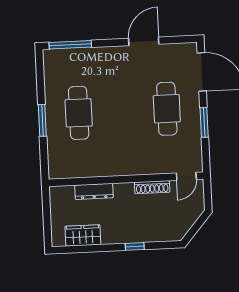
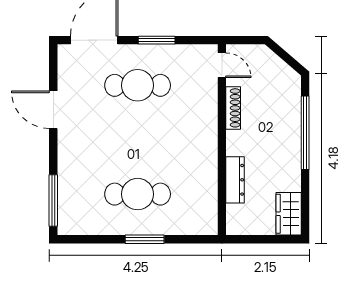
wardrobe: (83, 235) -> (289, 214), moved
window: (135, 246) -> (305, 133), width x3.17

